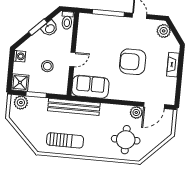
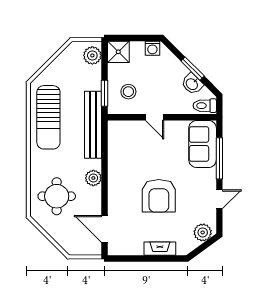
armchair: (133, 62) -> (159, 196), turned 180
stool: (47, 66) -> (128, 92), moved
sofa: (90, 87) -> (203, 144), moved, turned 180
window: (36, 95) -> (104, 93), moved
plant: (136, 112) -> (93, 178), moved
sun lounger: (65, 140) -> (48, 117), width x1.36, depth x1.34

